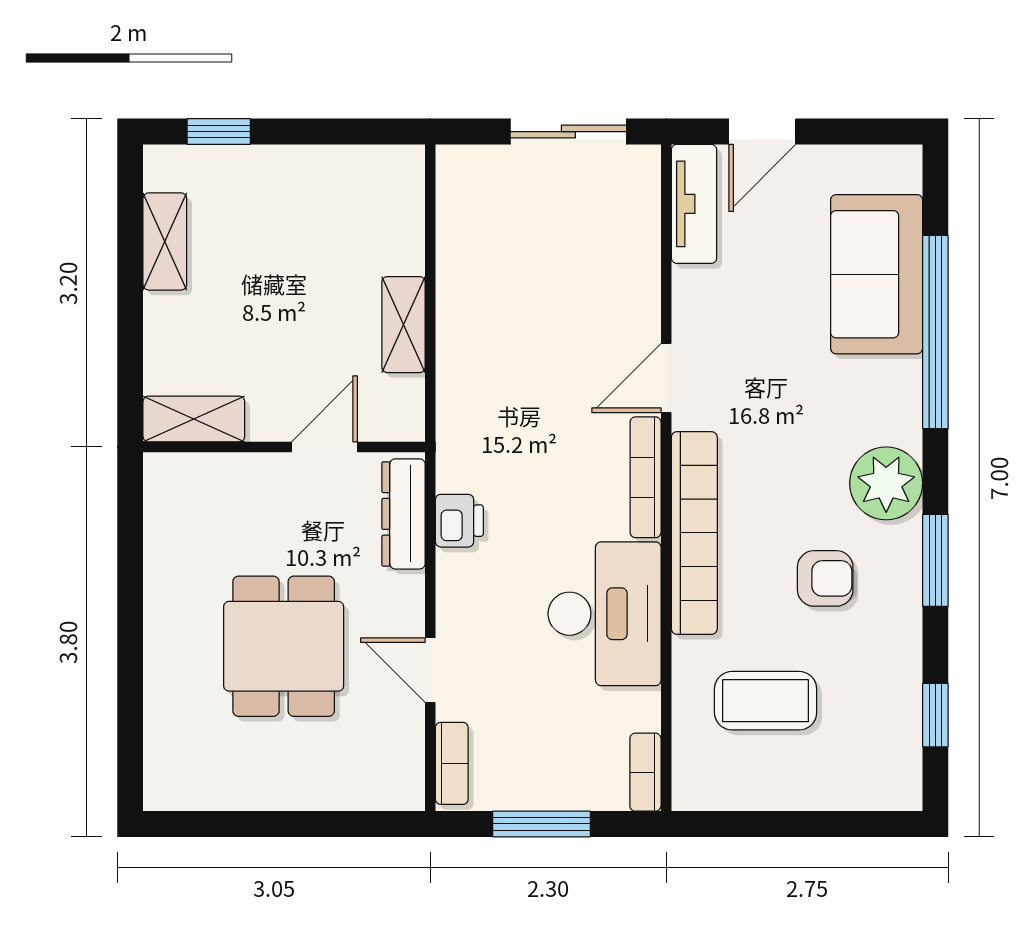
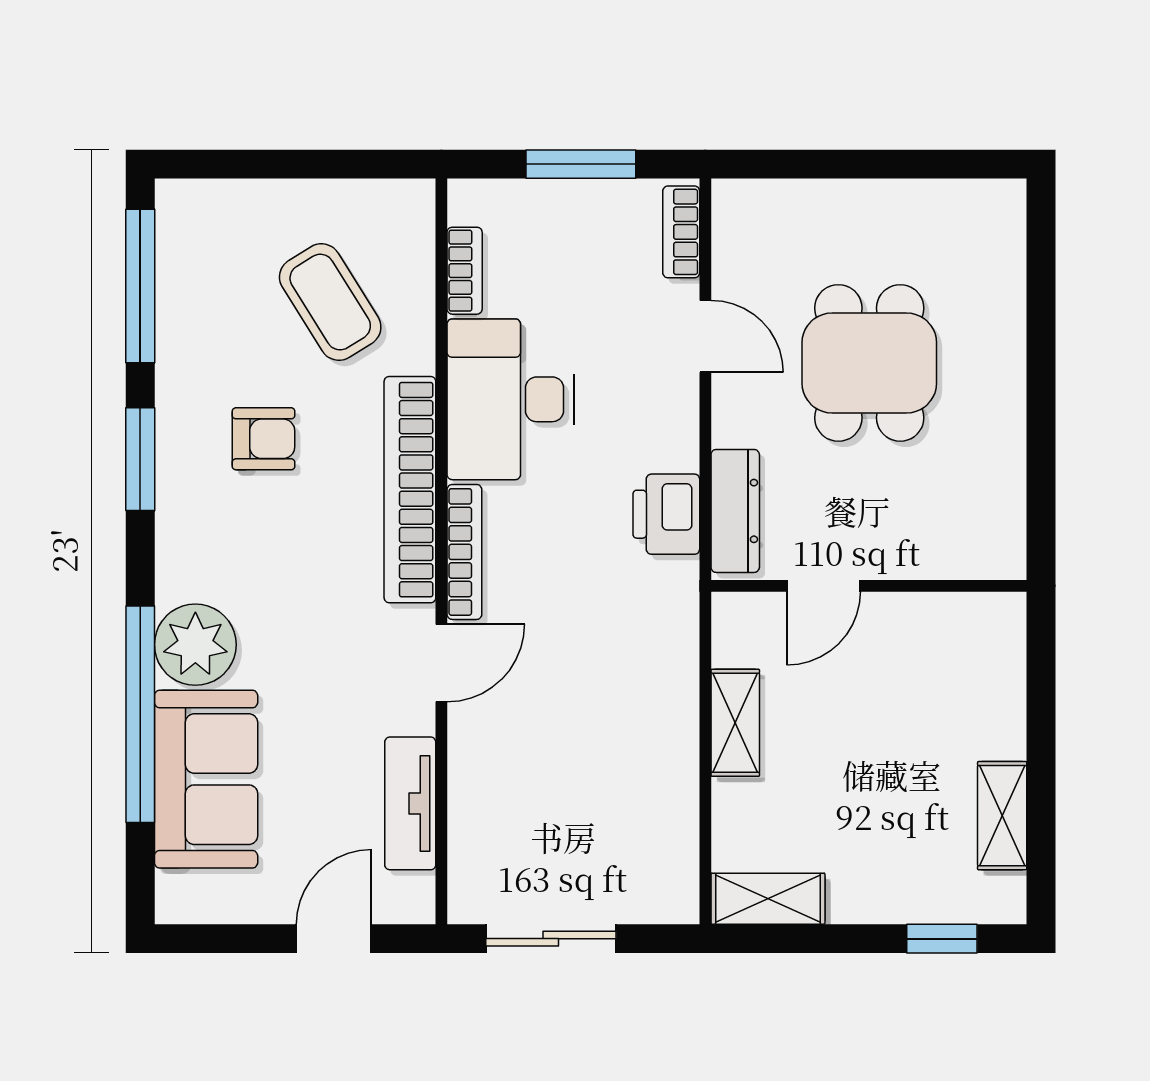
tv unit: (694, 204) -> (410, 803), moved
shelving: (194, 419) -> (768, 899), moved
plant: (886, 483) -> (195, 645), moved
printer: (459, 521) -> (666, 514), width x1.36, depth x1.24
armchair: (825, 578) -> (264, 439), turned 180
coffee table: (766, 701) -> (330, 302), turned 58
window: (935, 715) -> (140, 286), width x2.17
bookcase: (645, 772) -> (465, 271), moved

